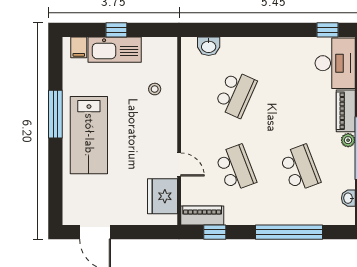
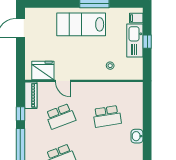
washbasin: (209, 46) -> (137, 136), moved
school desk: (236, 94) -> (107, 116), turned -33
door: (179, 165) -> (63, 81), hinge flipped
window: (215, 232) -> (20, 114), moved

